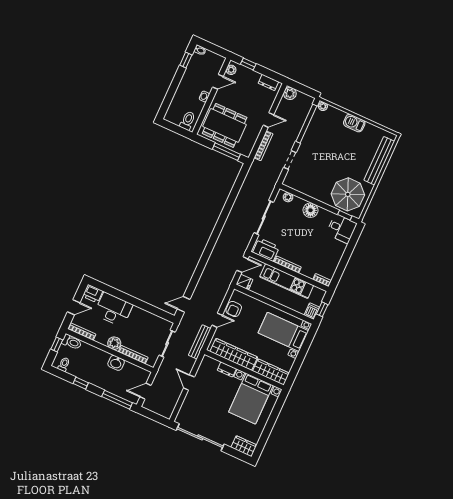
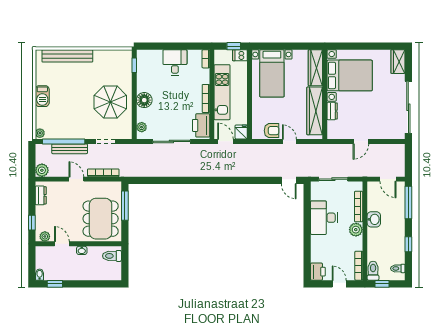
parasol: (348, 194) -> (110, 102), moved
desk: (342, 229) -> (175, 63), moved
desk: (113, 309) -> (324, 218), moved
bench: (200, 342) -> (70, 149), moved

